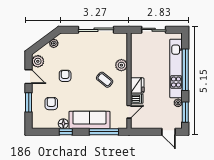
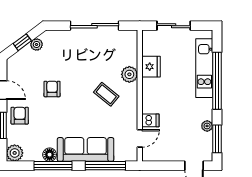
window: (43, 42) -> (22, 42), added
plant: (38, 61) -> (15, 153), moved
kitchen unit: (176, 68) -> (204, 68), width x0.73
fridge: (137, 85) -> (151, 67), moved
armchair: (51, 104) -> (20, 116), moved
window: (66, 132) -> (53, 166), width x2.17

